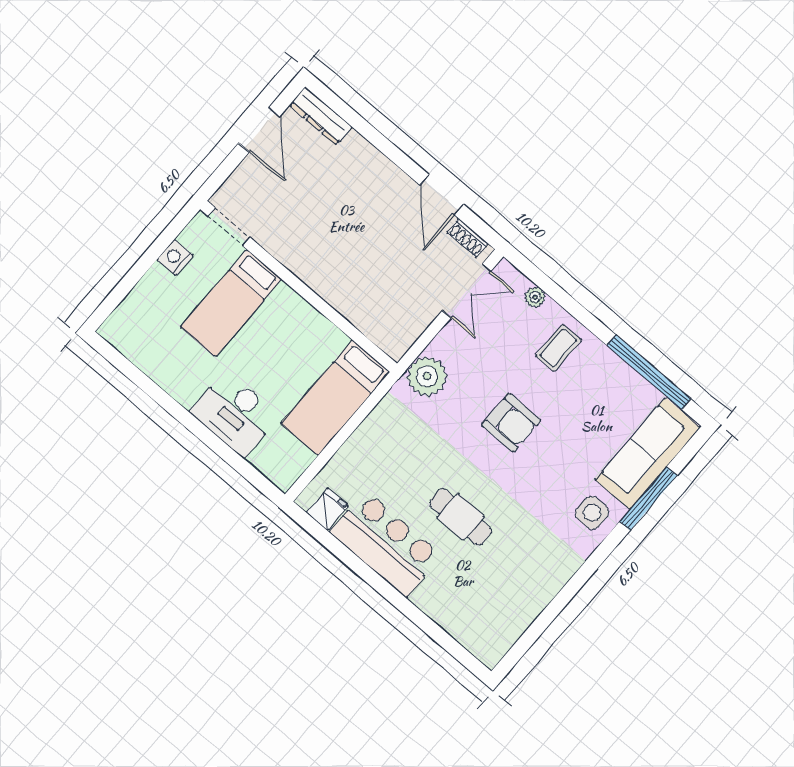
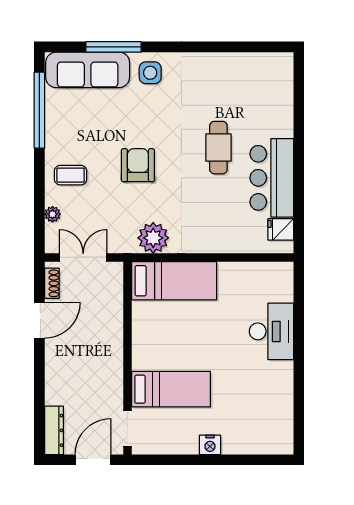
doorway: (229, 227) -> (128, 429), moved
wall: (299, 286) -> (128, 358), moved
bed: (231, 303) -> (171, 389), moved
bed: (335, 398) -> (174, 281), moved

